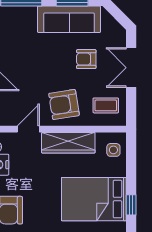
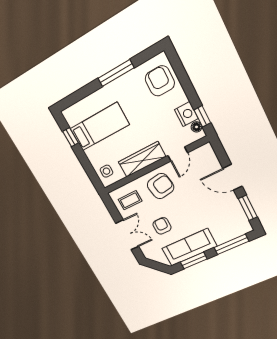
armchair: (86, 59) -> (162, 226), turned -90
bed: (94, 199) -> (100, 127), width x0.67

